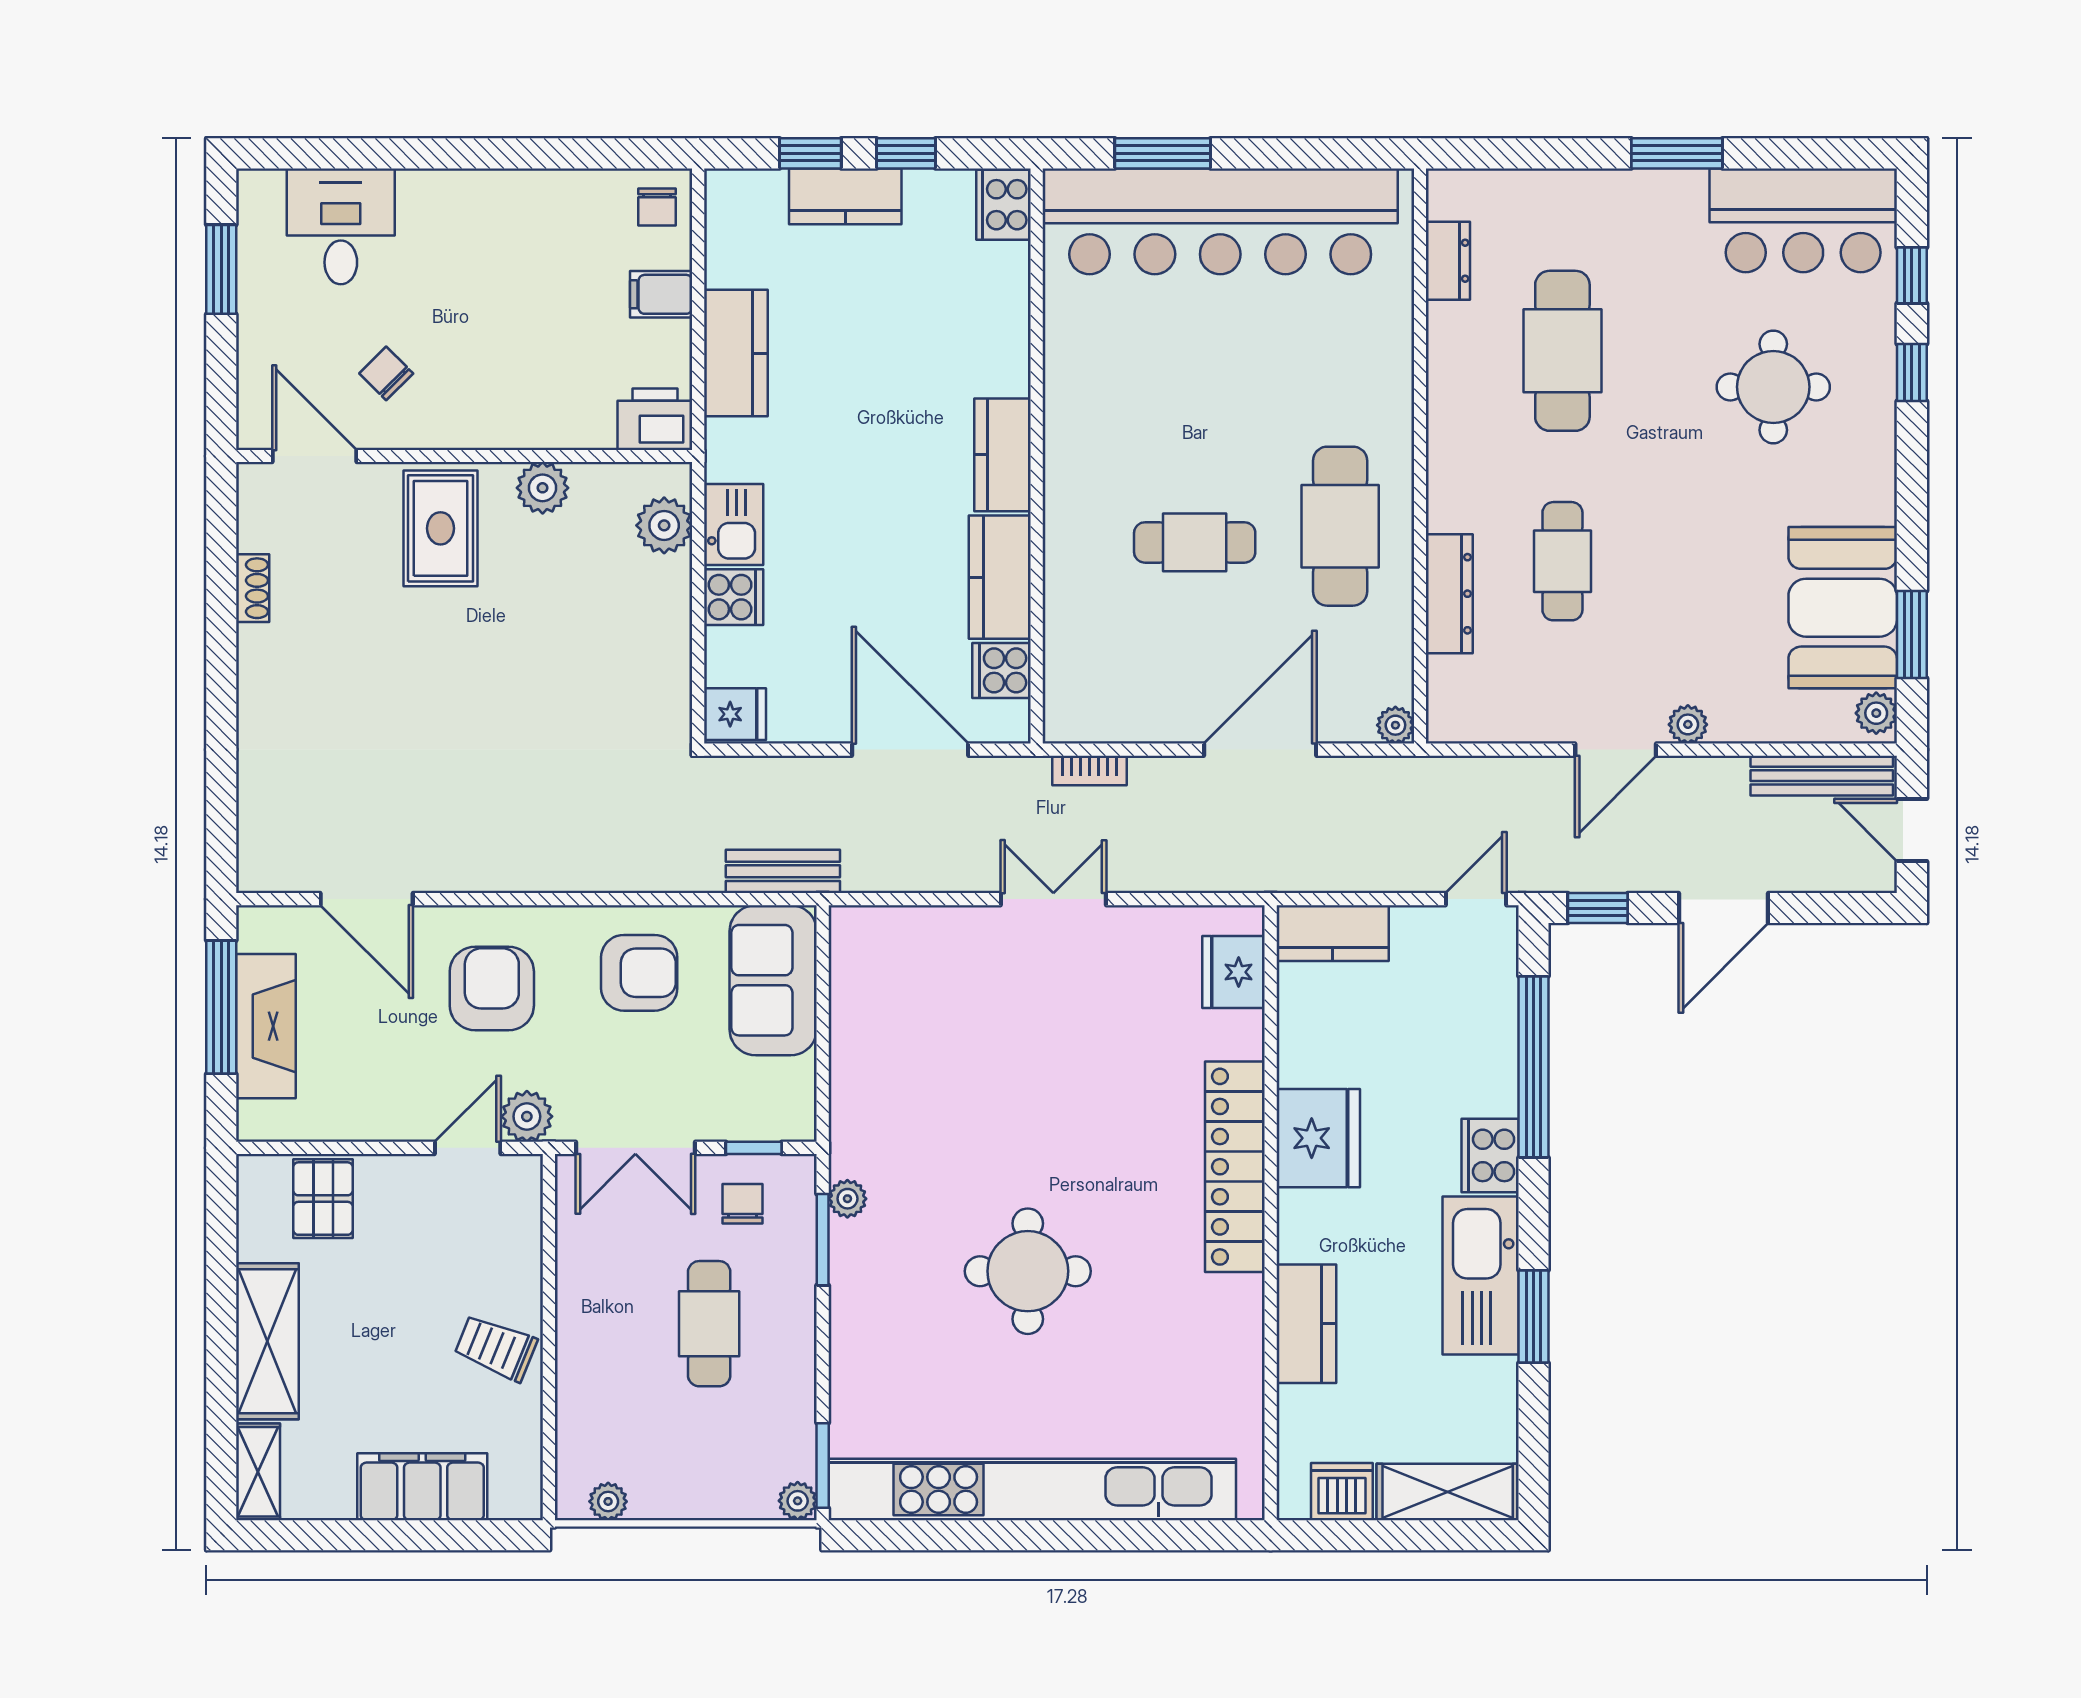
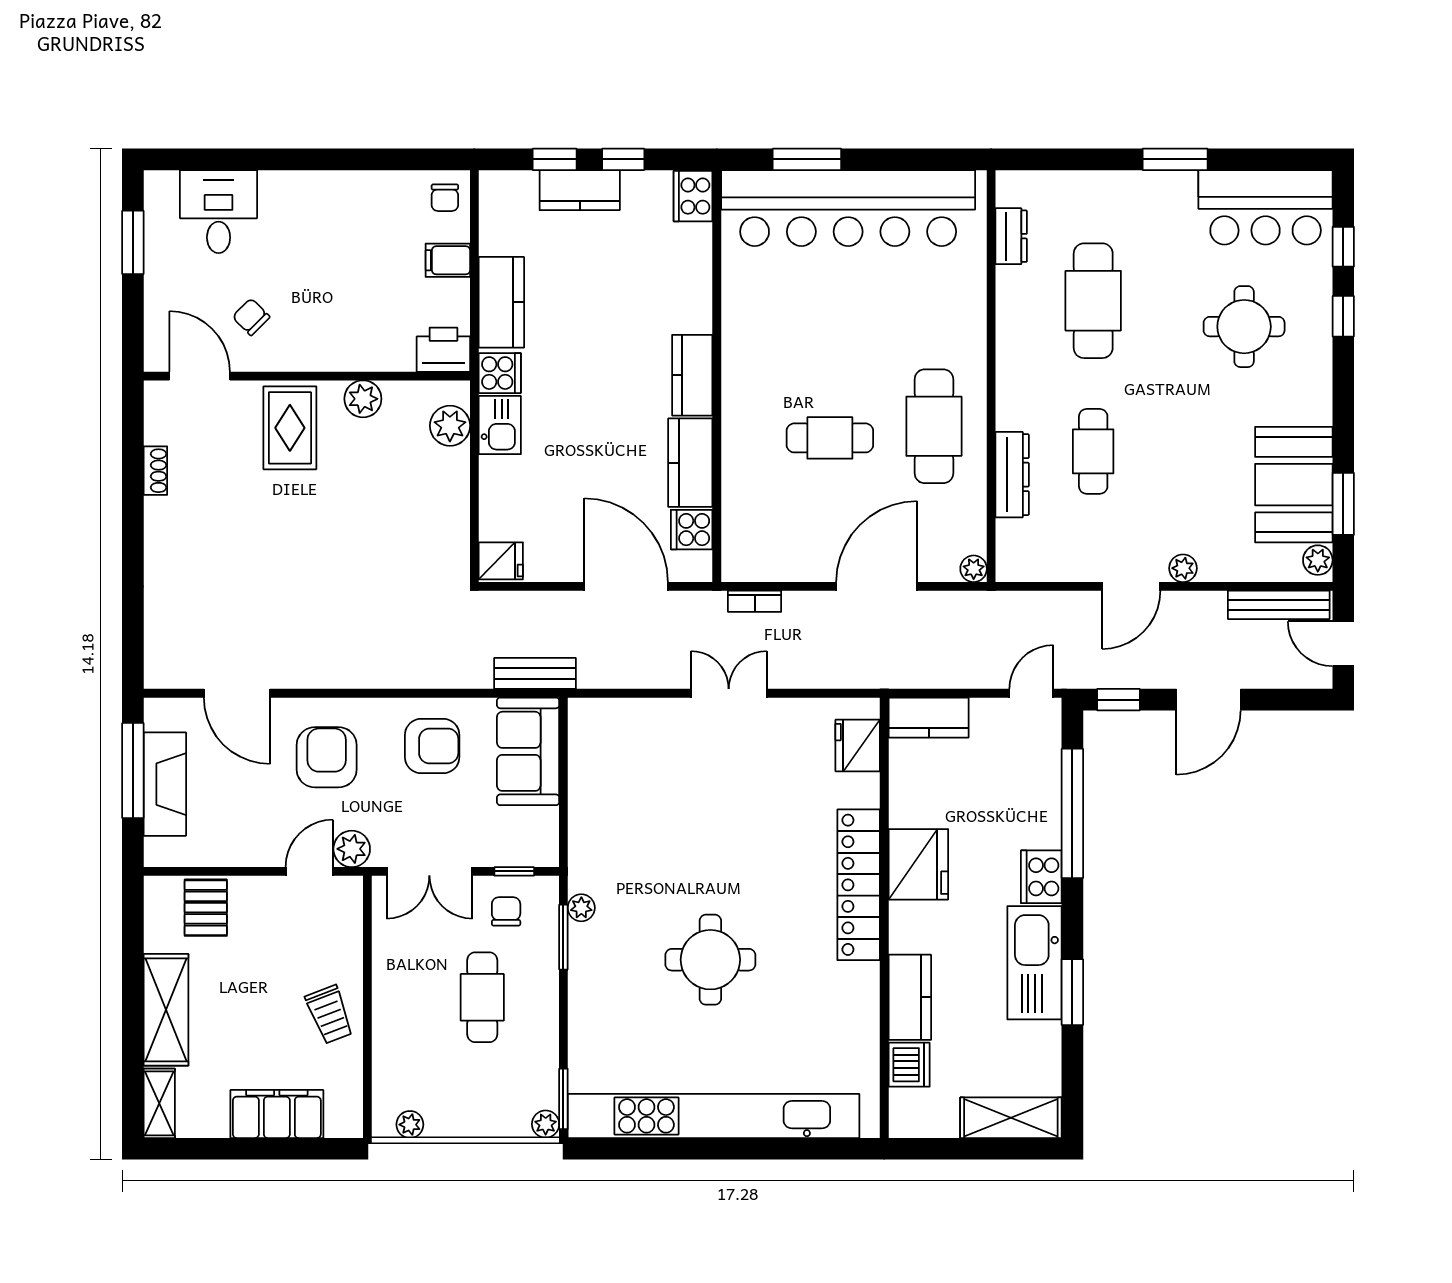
cooker: (734, 597) -> (500, 373), moved
trolley: (496, 1348) -> (329, 1014), turned -133
dishwasher: (1342, 1492) -> (909, 1065), moved, turned 90

